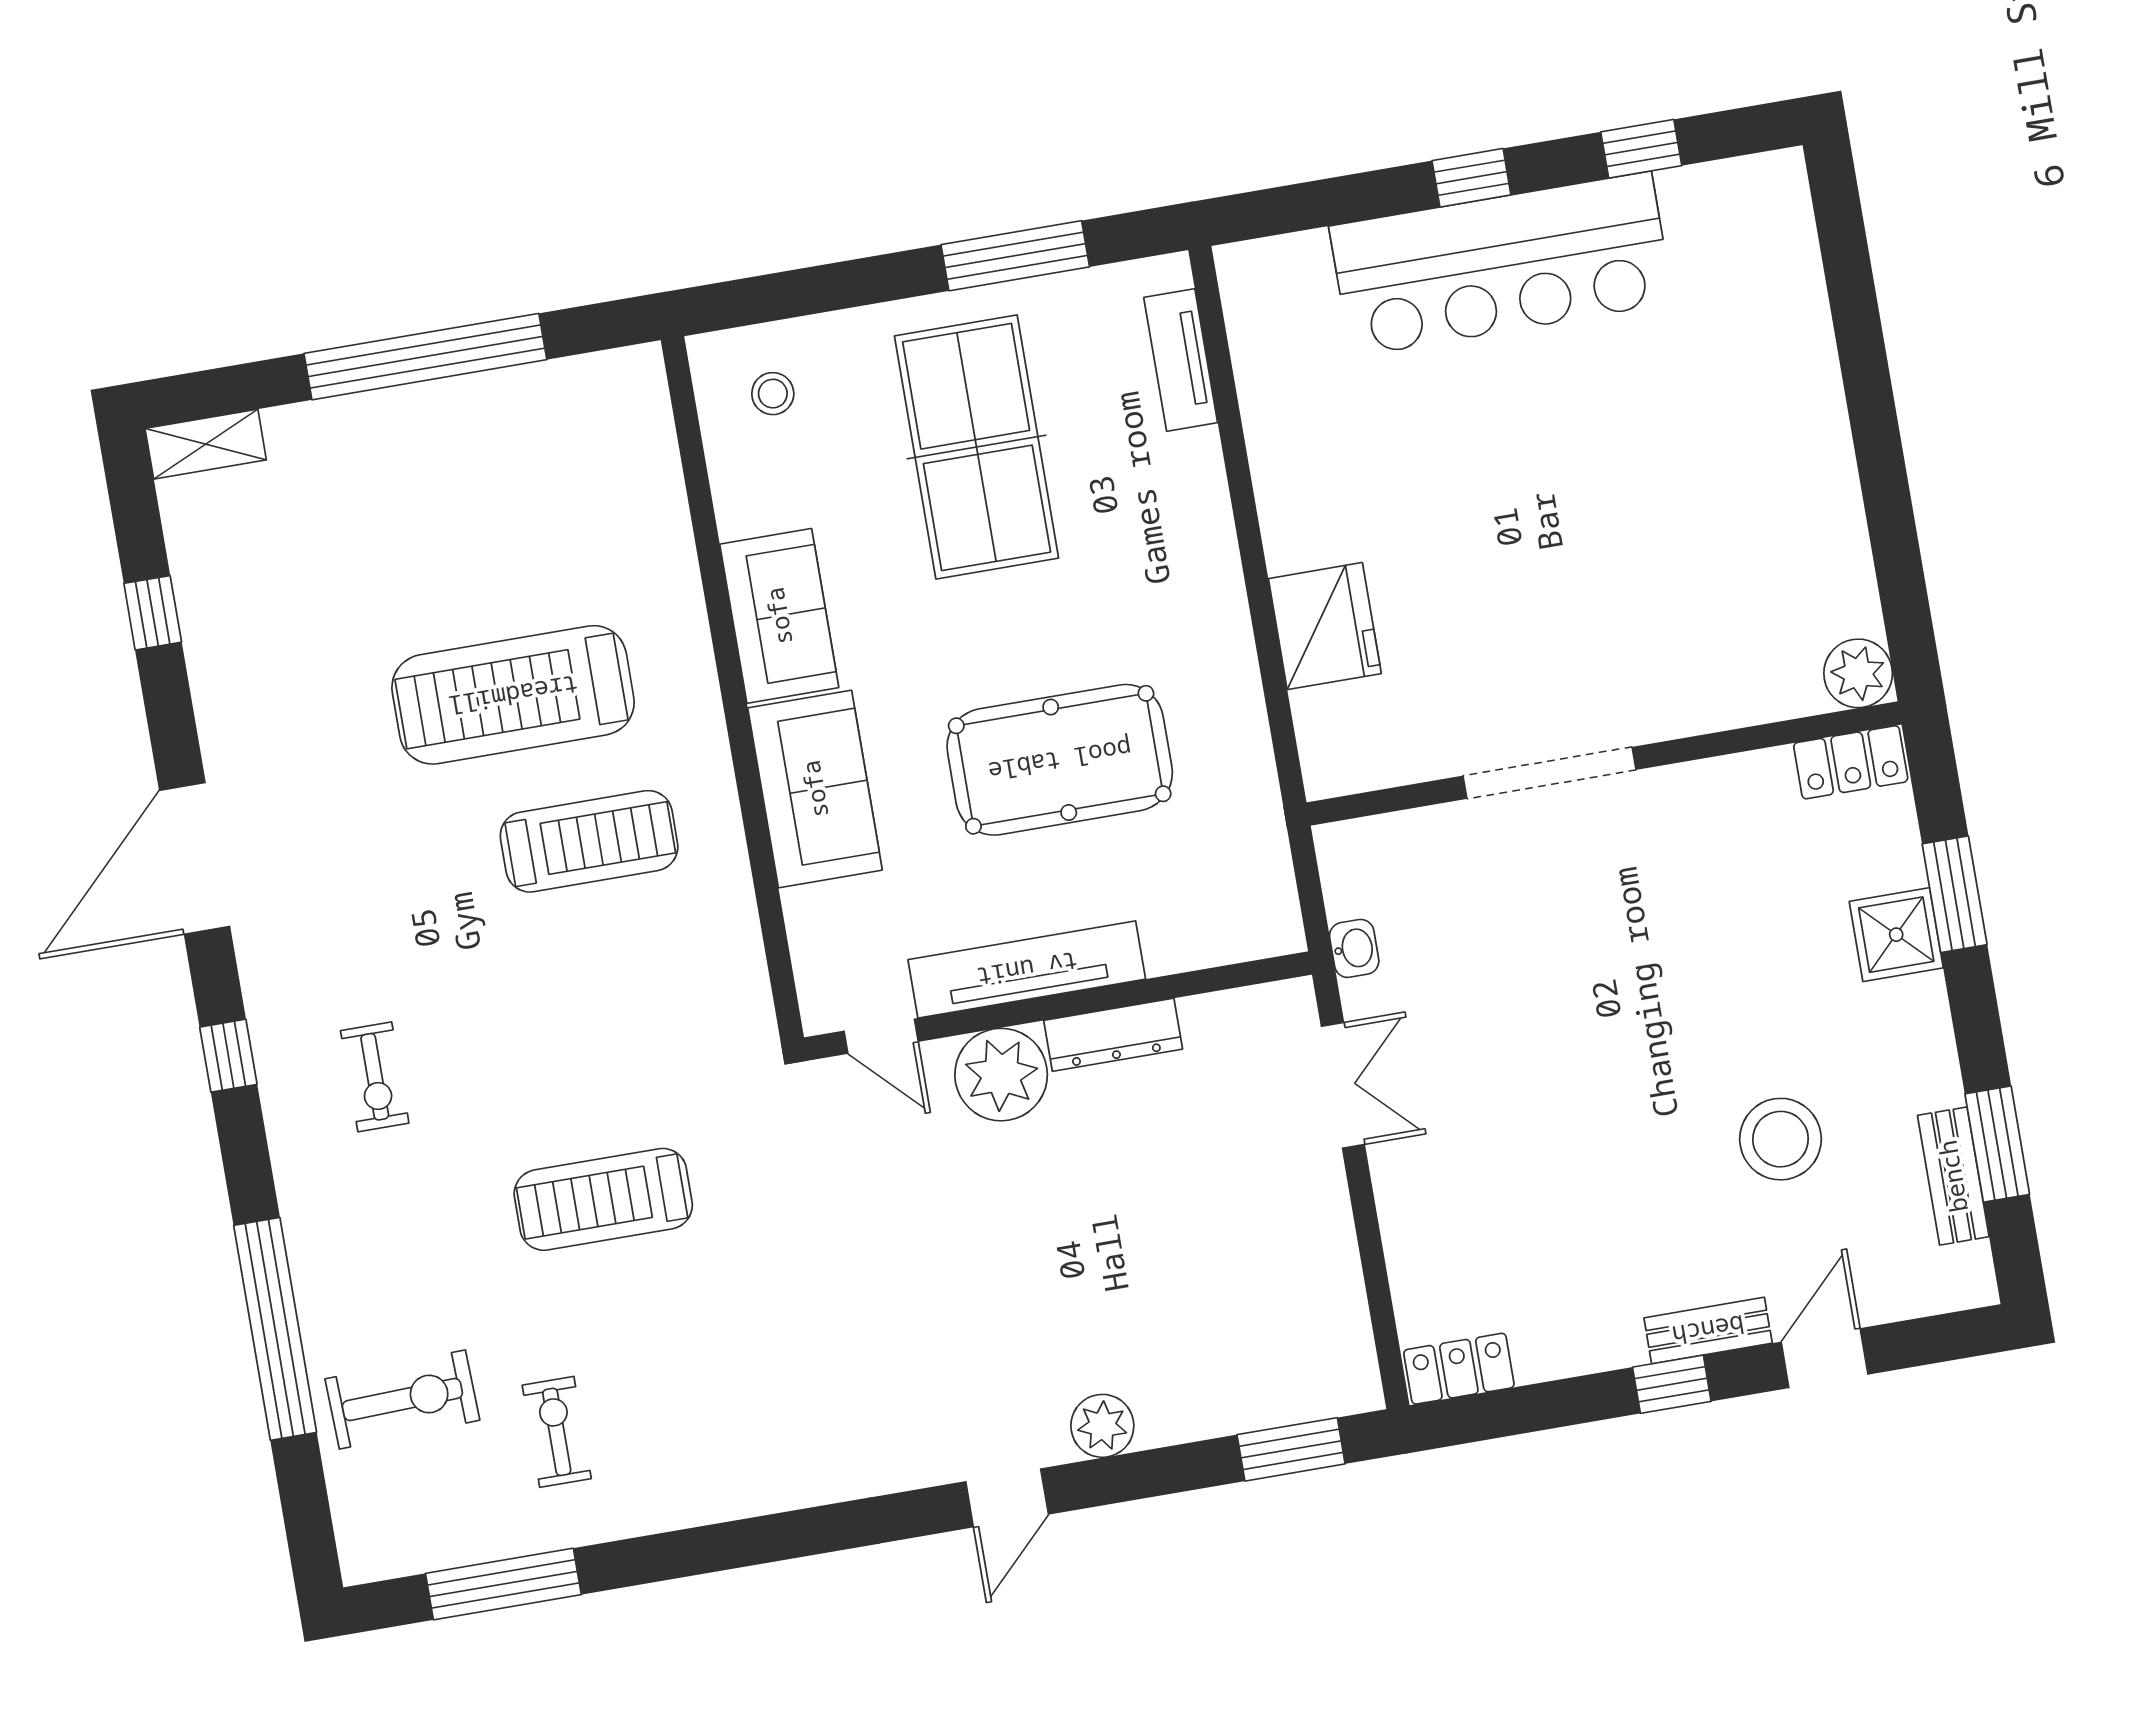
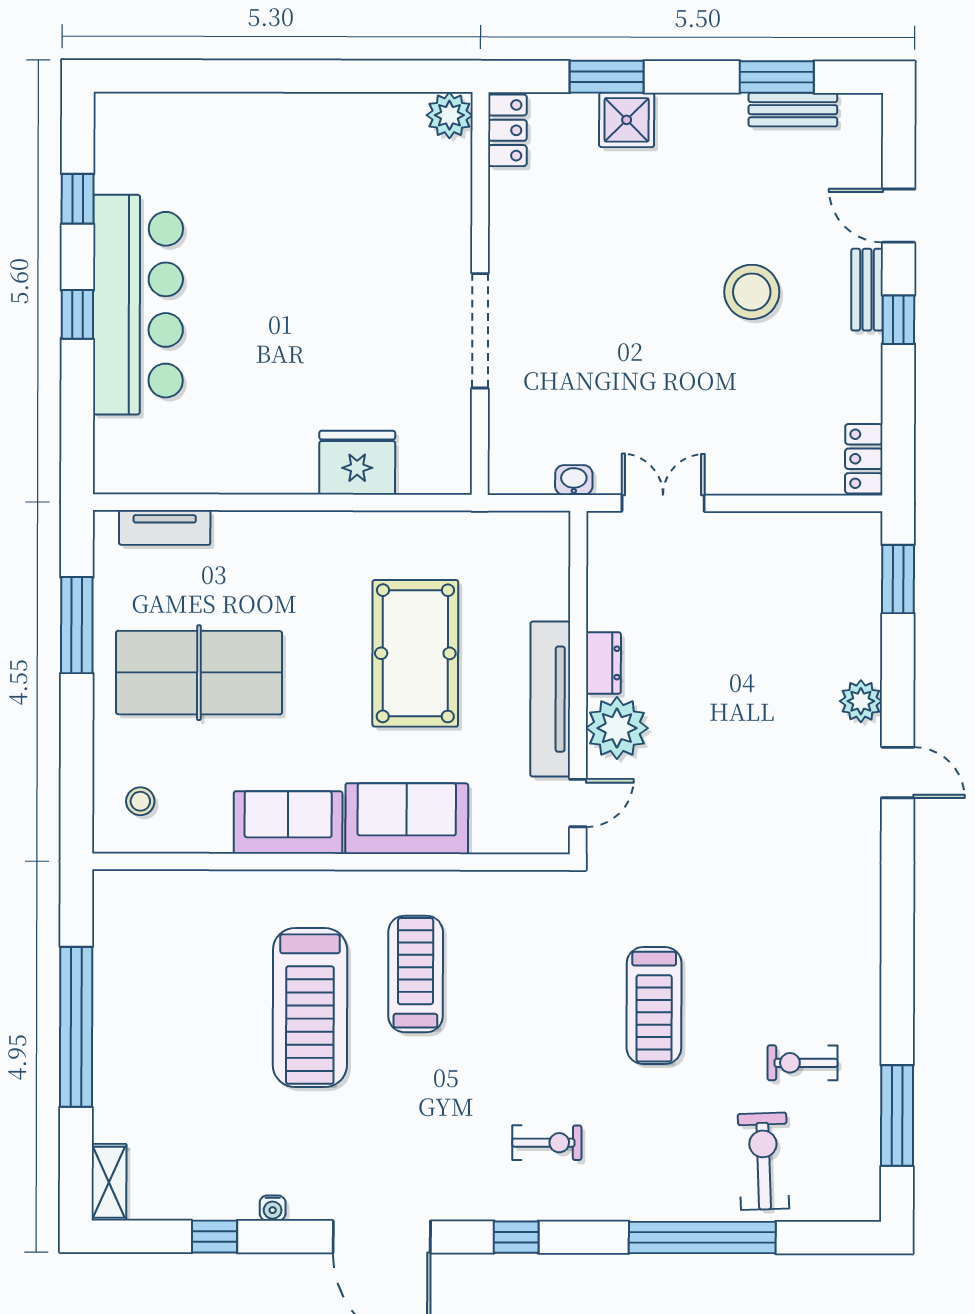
water cooler: (209, 691) -> (273, 1208), added
dresser: (1113, 1035) -> (603, 663), width x0.70
stool: (1781, 1139) -> (752, 292), moved

